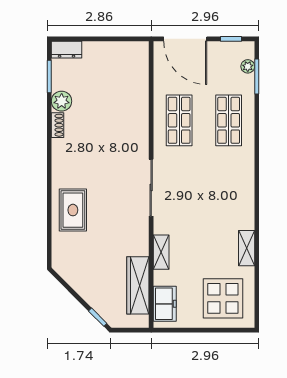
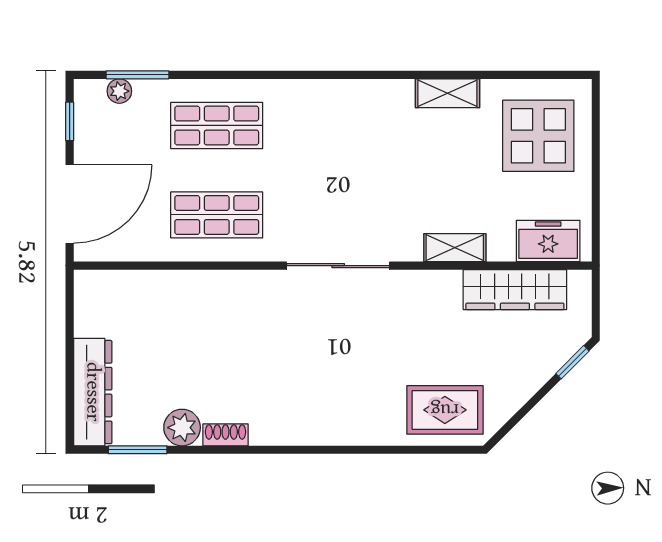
dresser: (67, 50) -> (93, 392), width x1.96, depth x1.24
rug: (73, 210) -> (445, 410), moved

